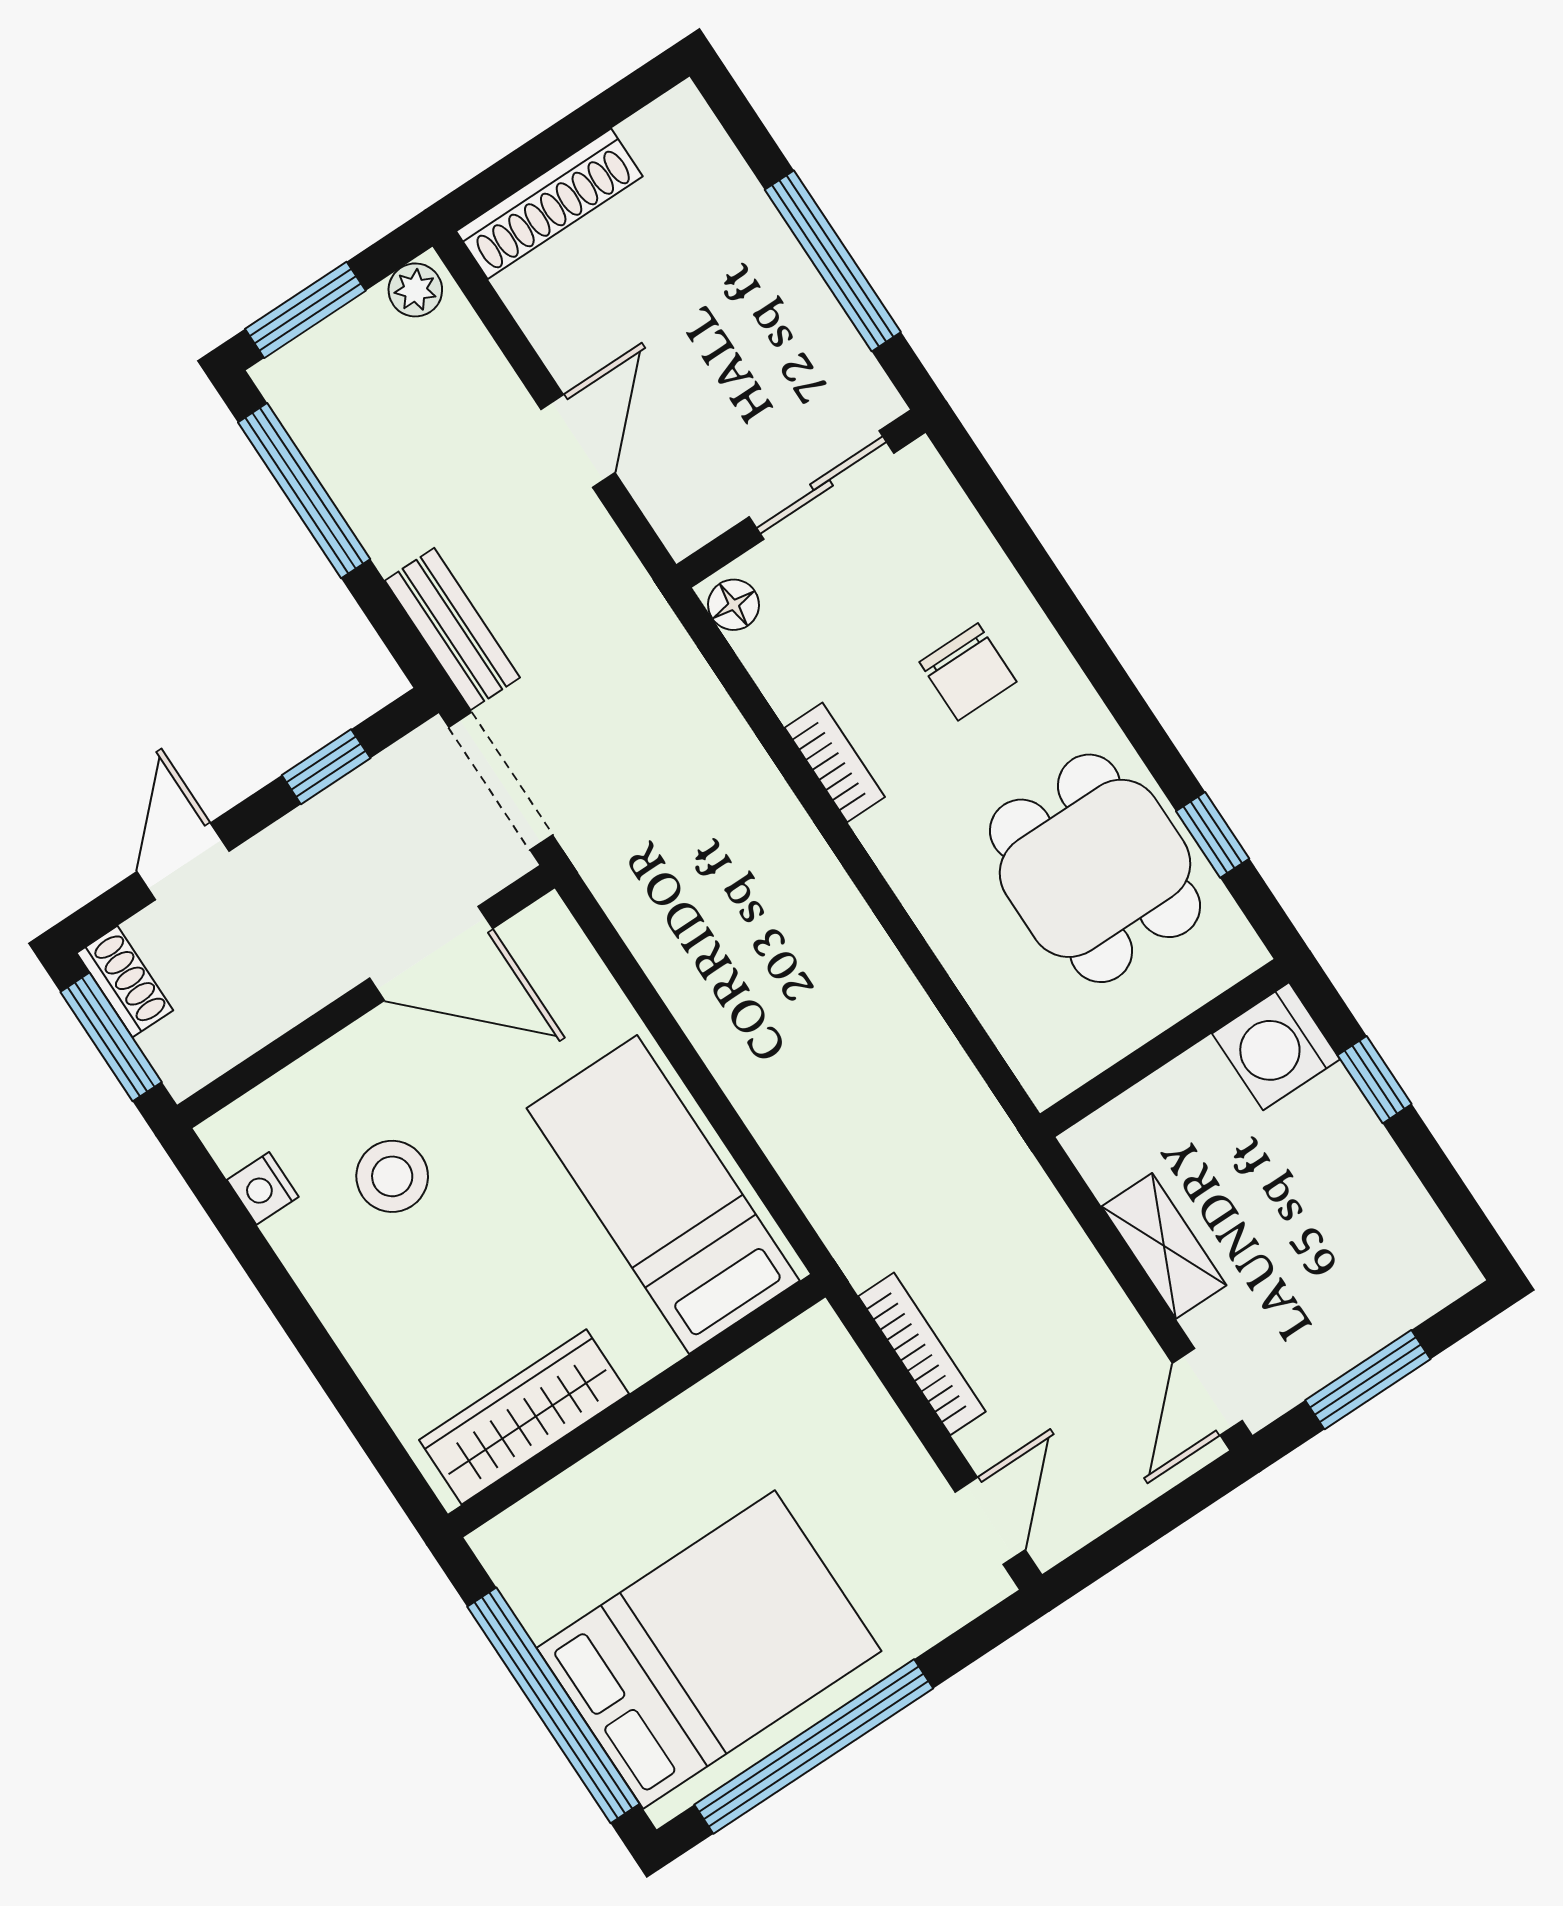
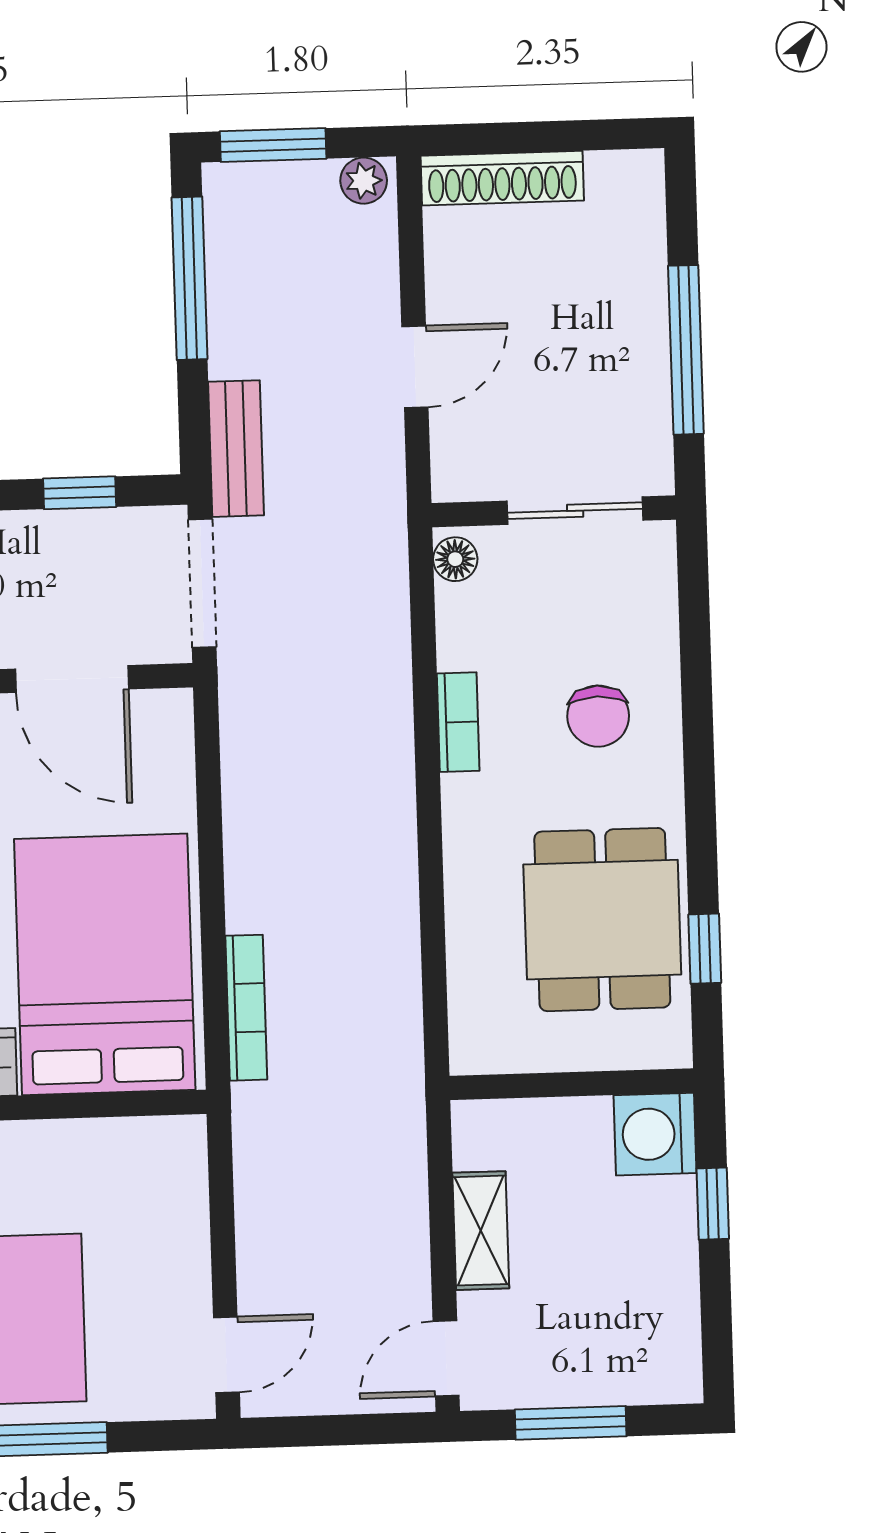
bed: (663, 1194) -> (105, 964), width x1.50
bookcase: (922, 1354) -> (246, 1008), moved

